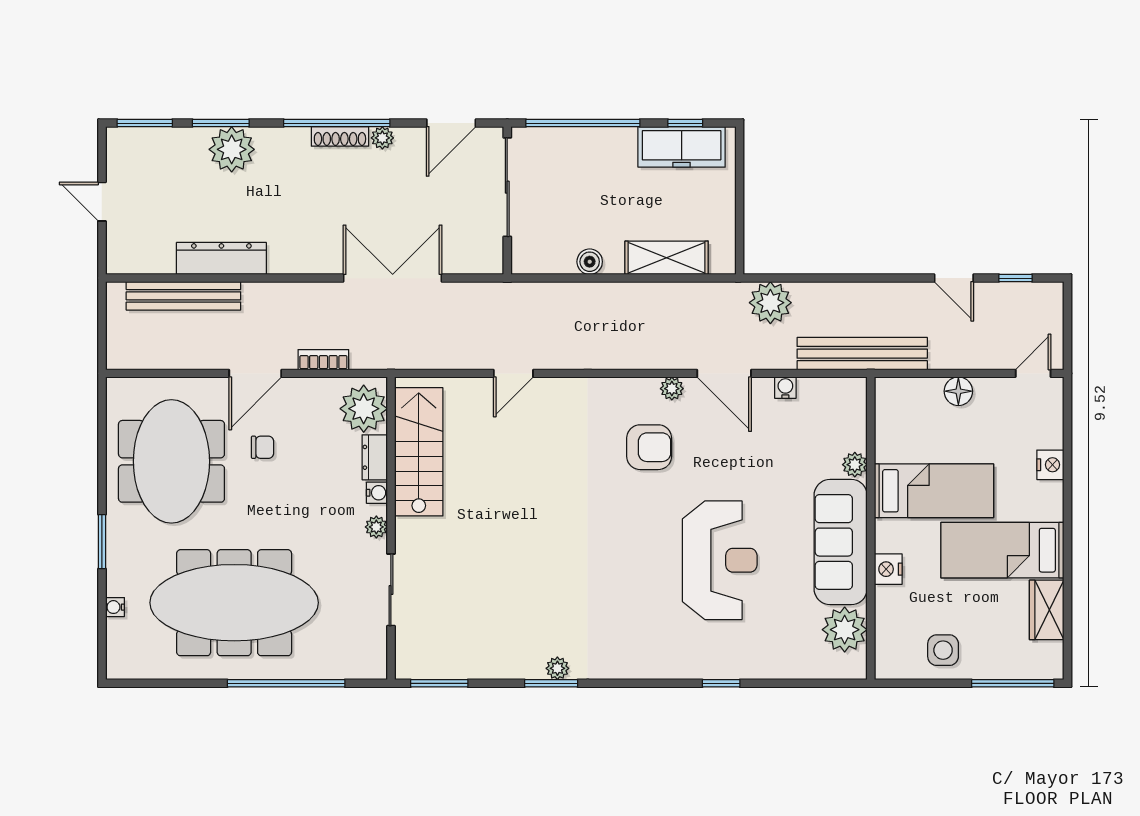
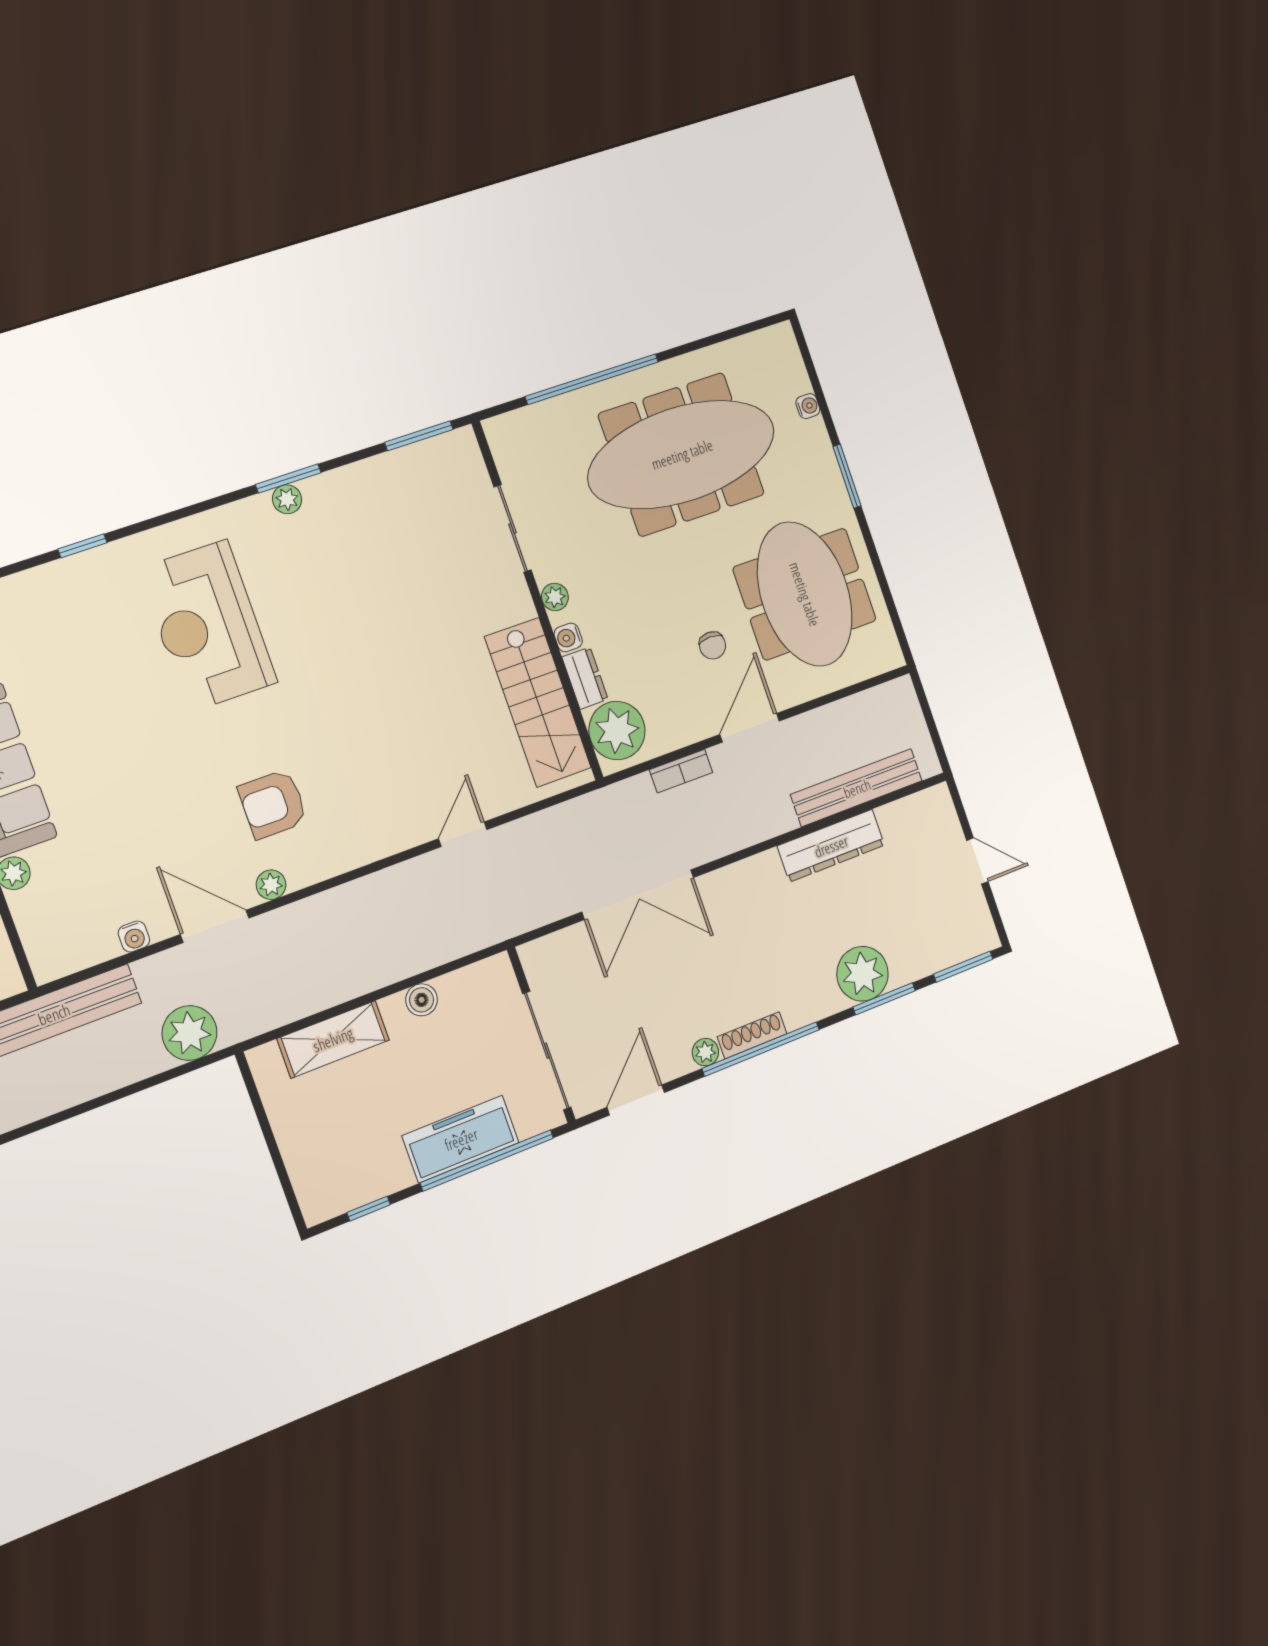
freezer: (682, 147) -> (461, 1139), moved
chair: (263, 447) -> (712, 645), turned -90
reception desk: (720, 560) -> (208, 626), moved

